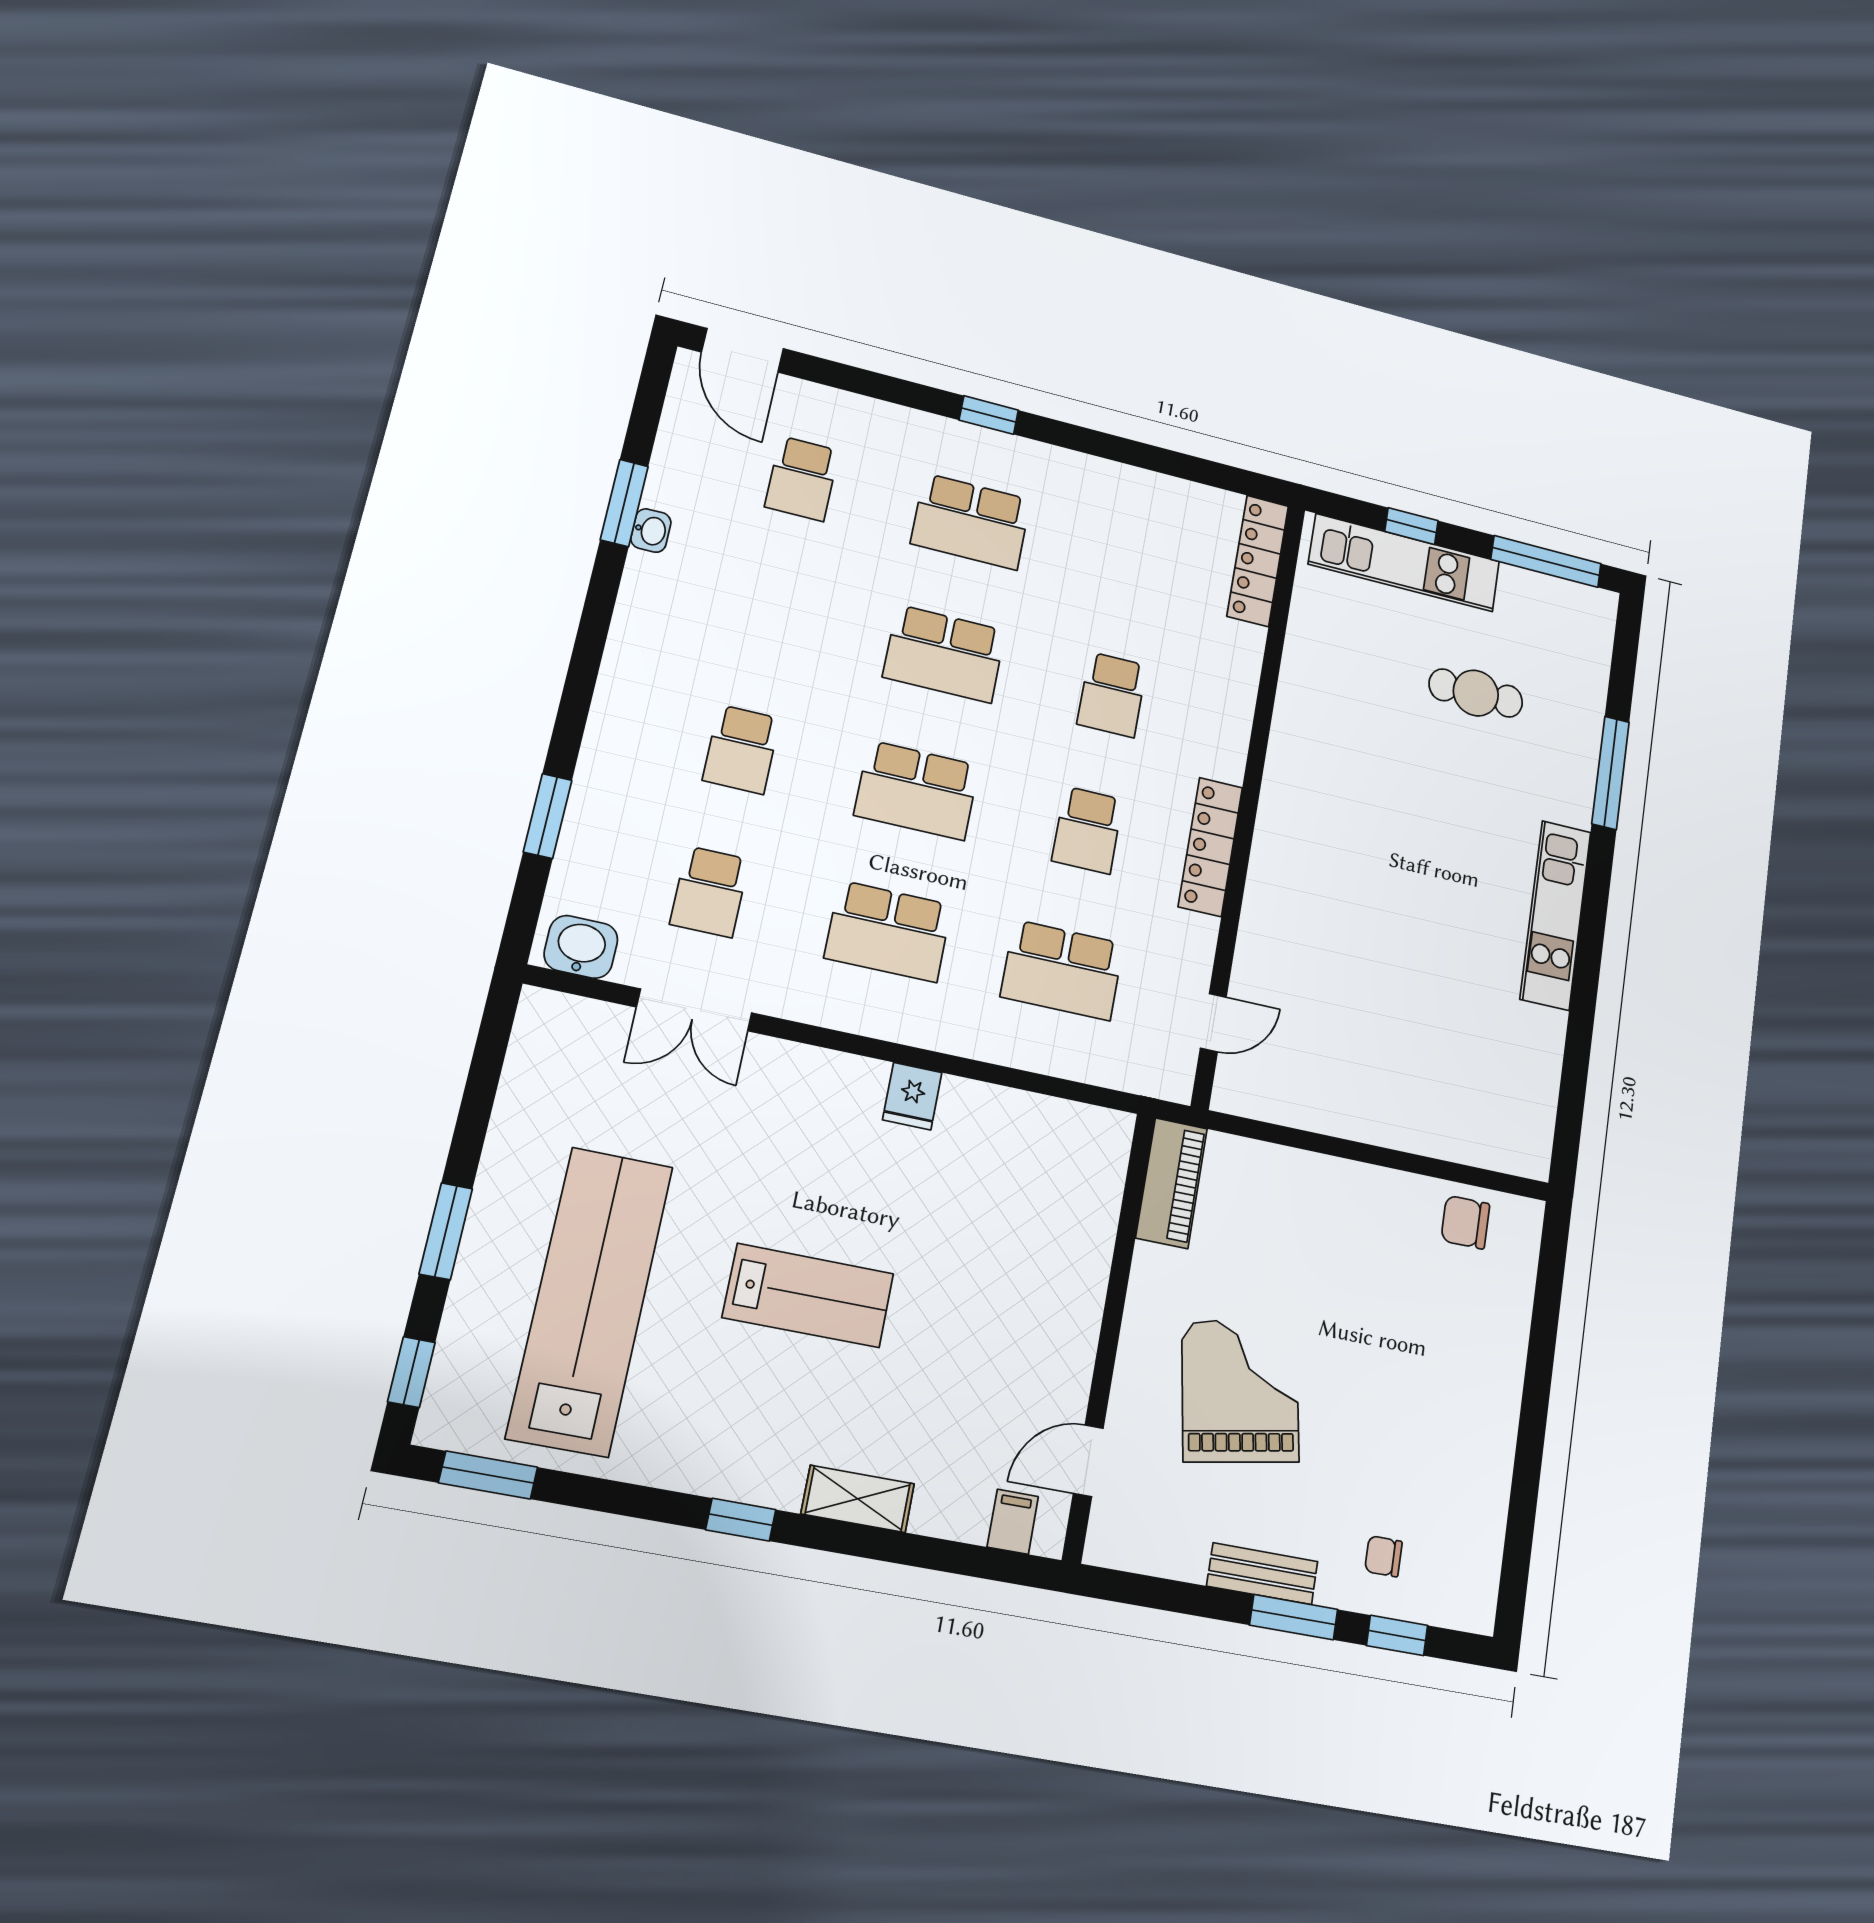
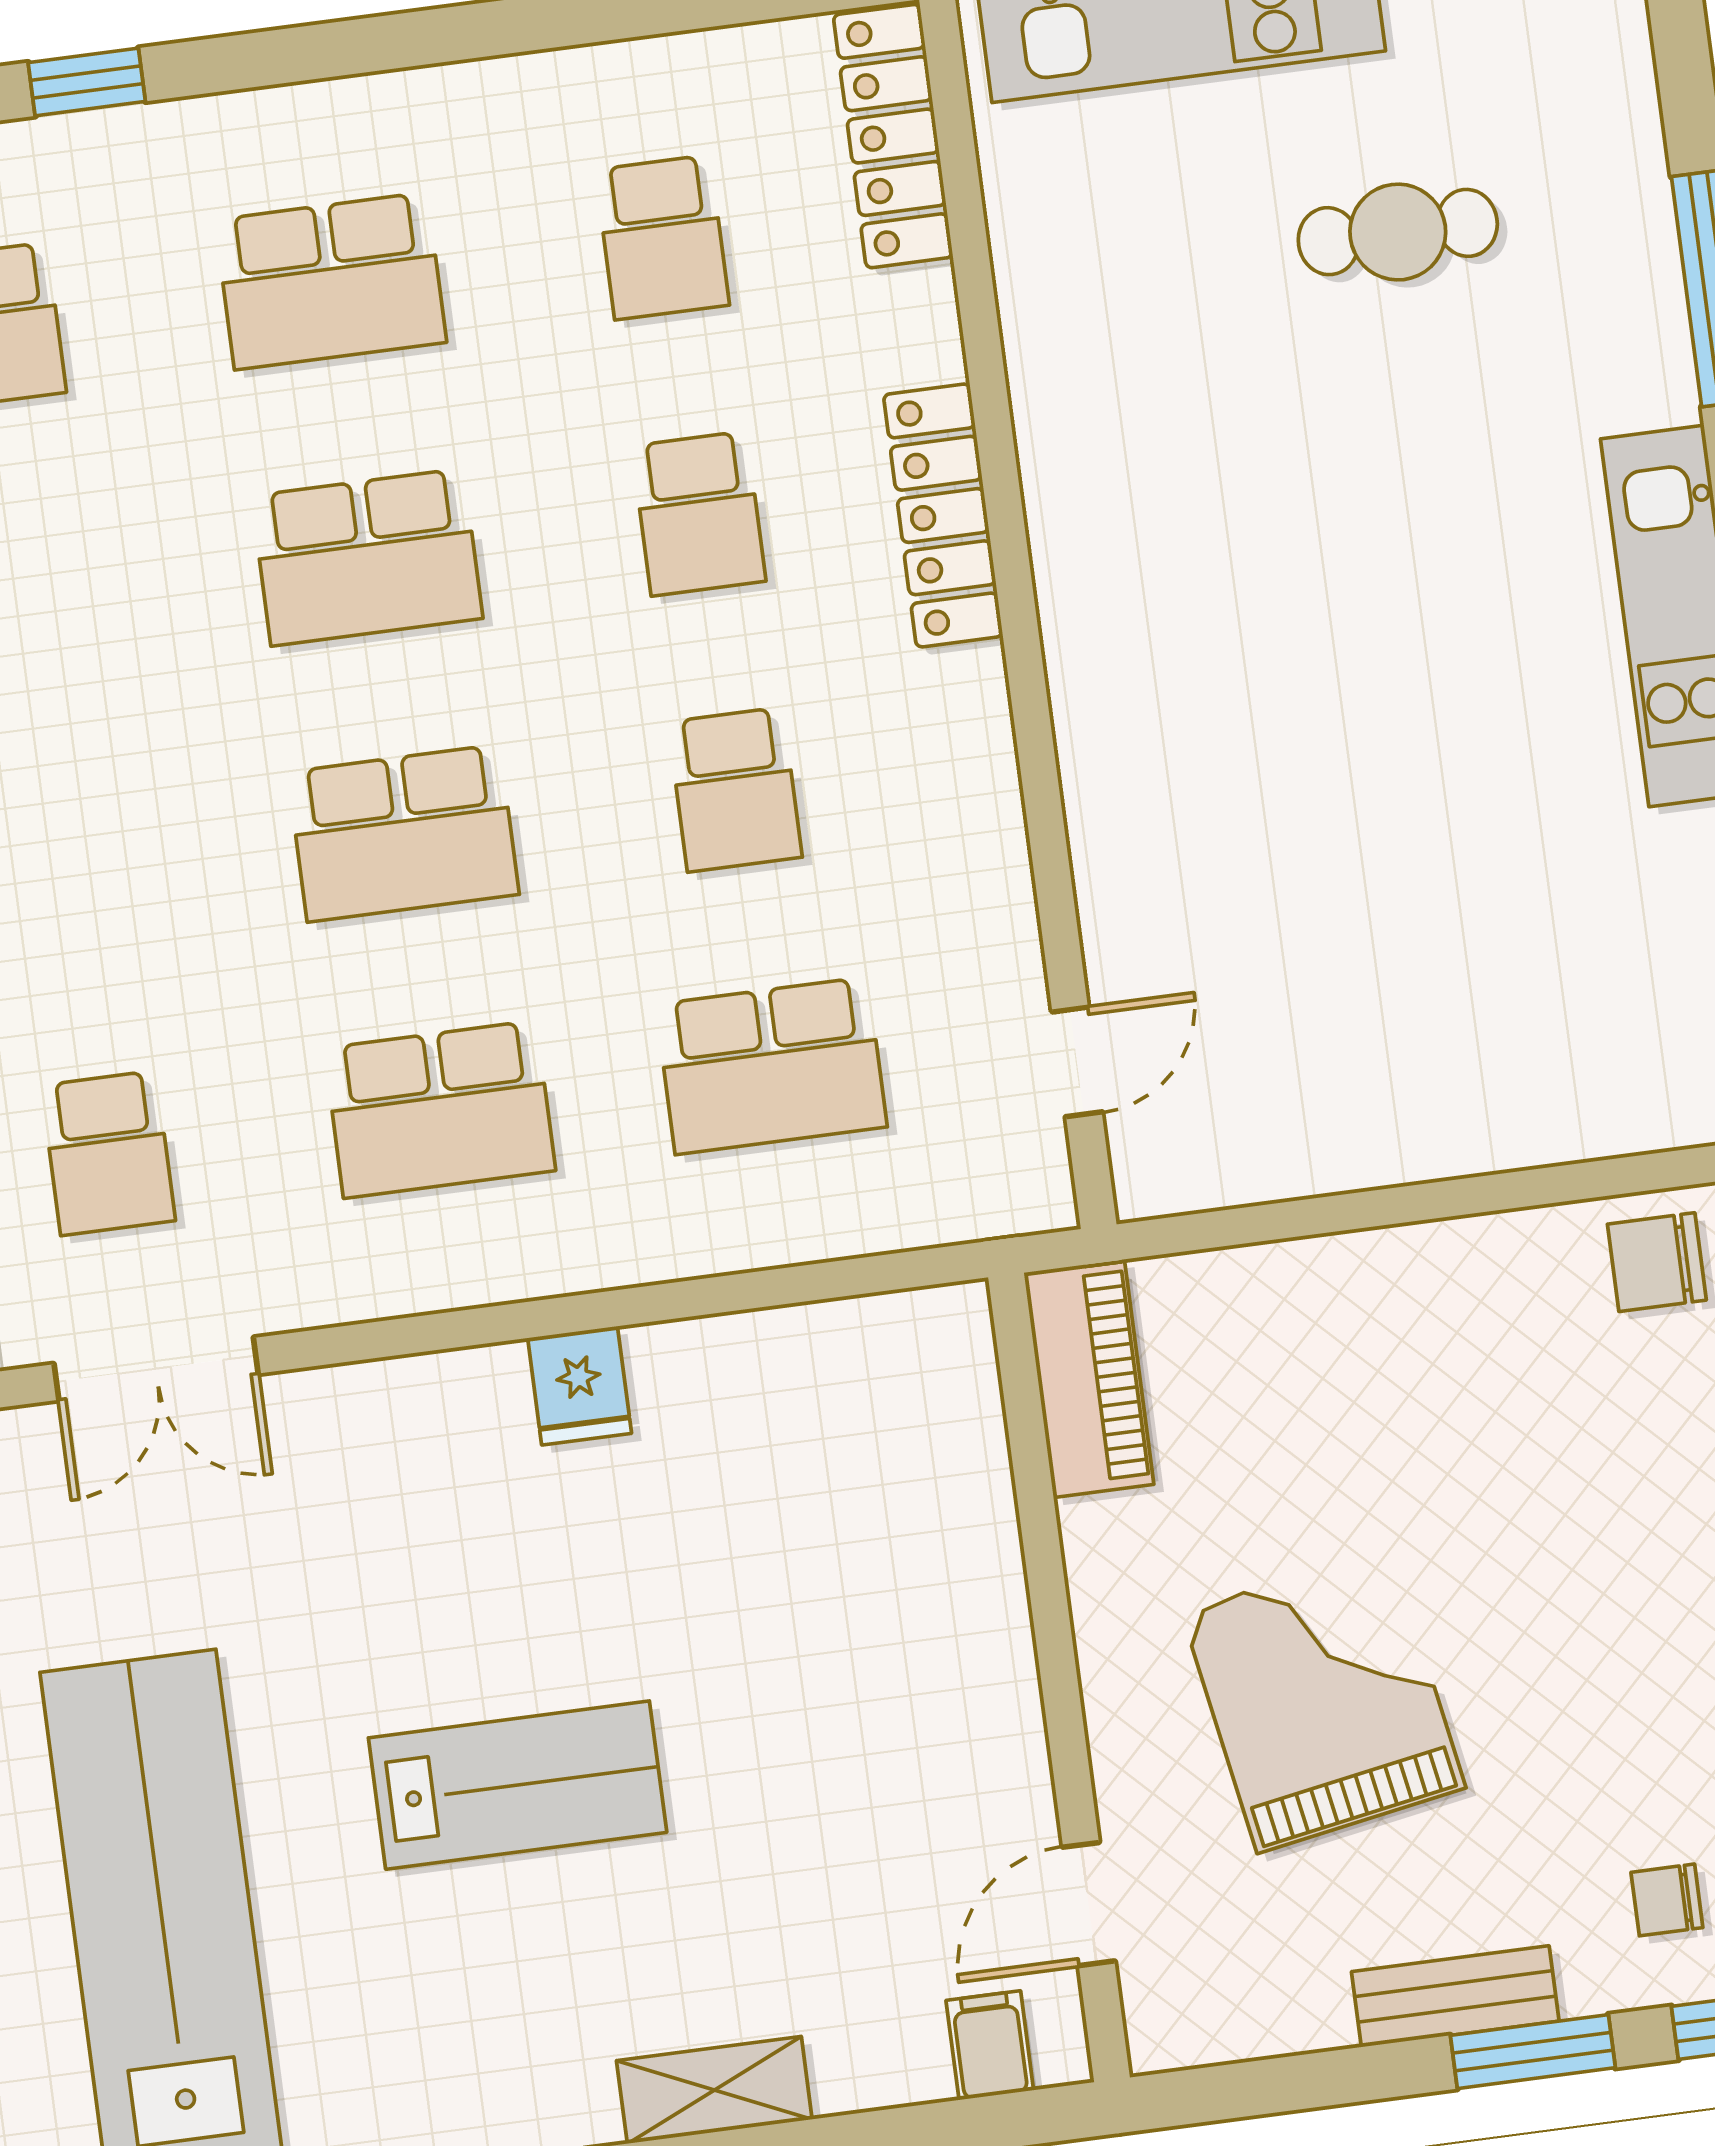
window: (989, 415) -> (87, 82), moved
school desk: (741, 749) -> (662, 237), moved
locker: (1210, 847) -> (943, 515), moved

